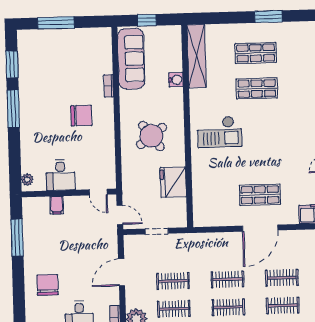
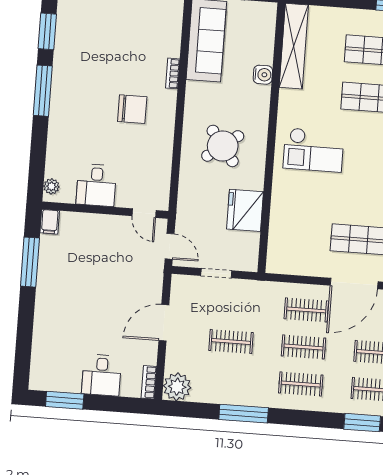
filing cabinet: (57, 205) -> (50, 222), moved
chair: (48, 285) -> (64, 329), removed
clothes rail: (174, 309) -> (306, 310), moved

